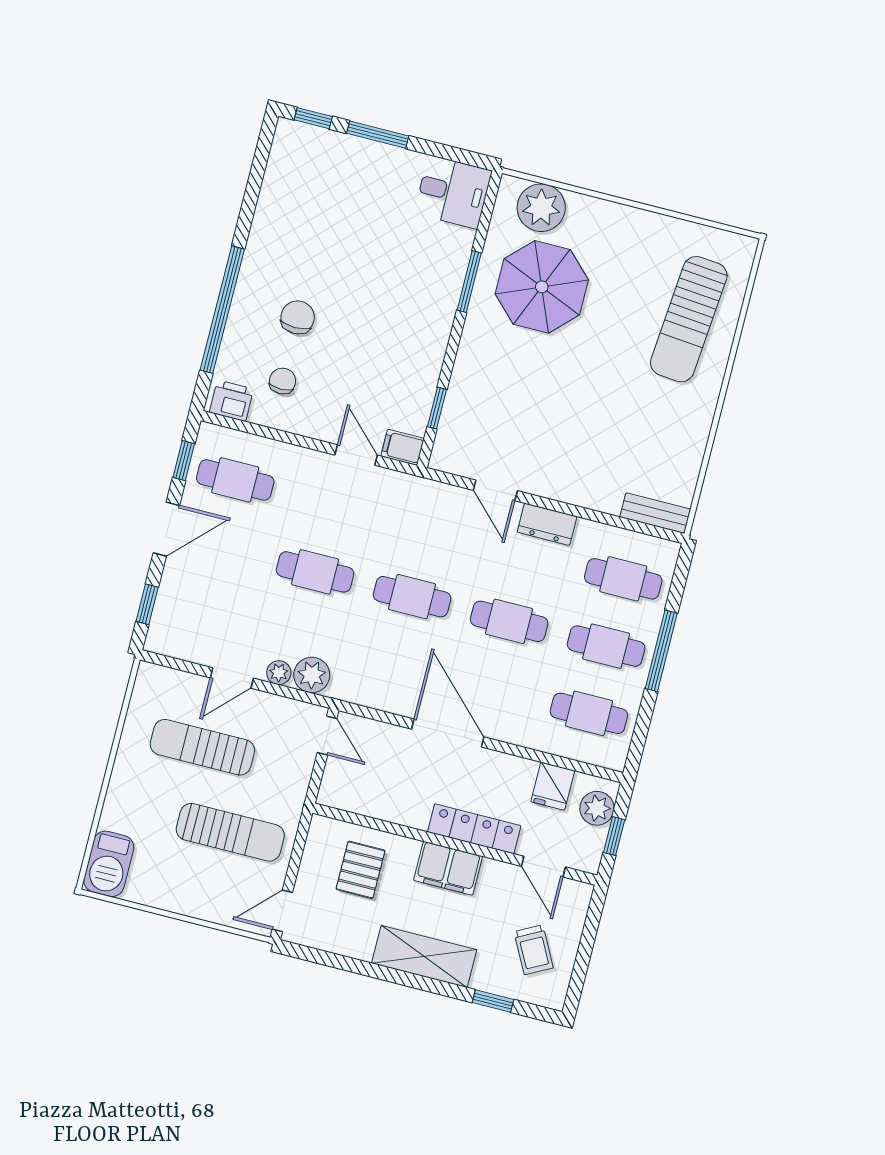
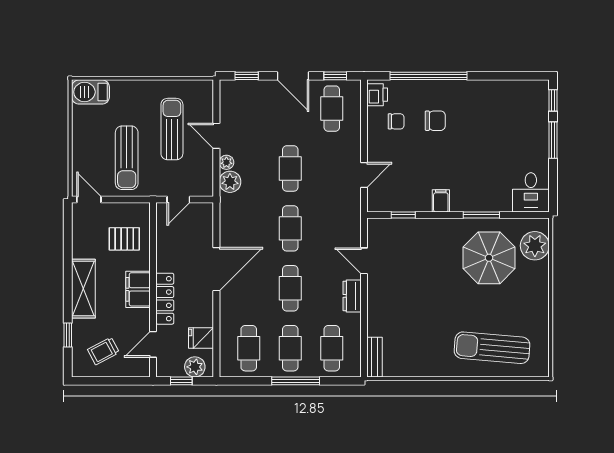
filing cabinet: (403, 447) -> (441, 201), moved
door: (495, 490) -> (364, 261), hinge flipped
door: (327, 735) -> (178, 200), moved

